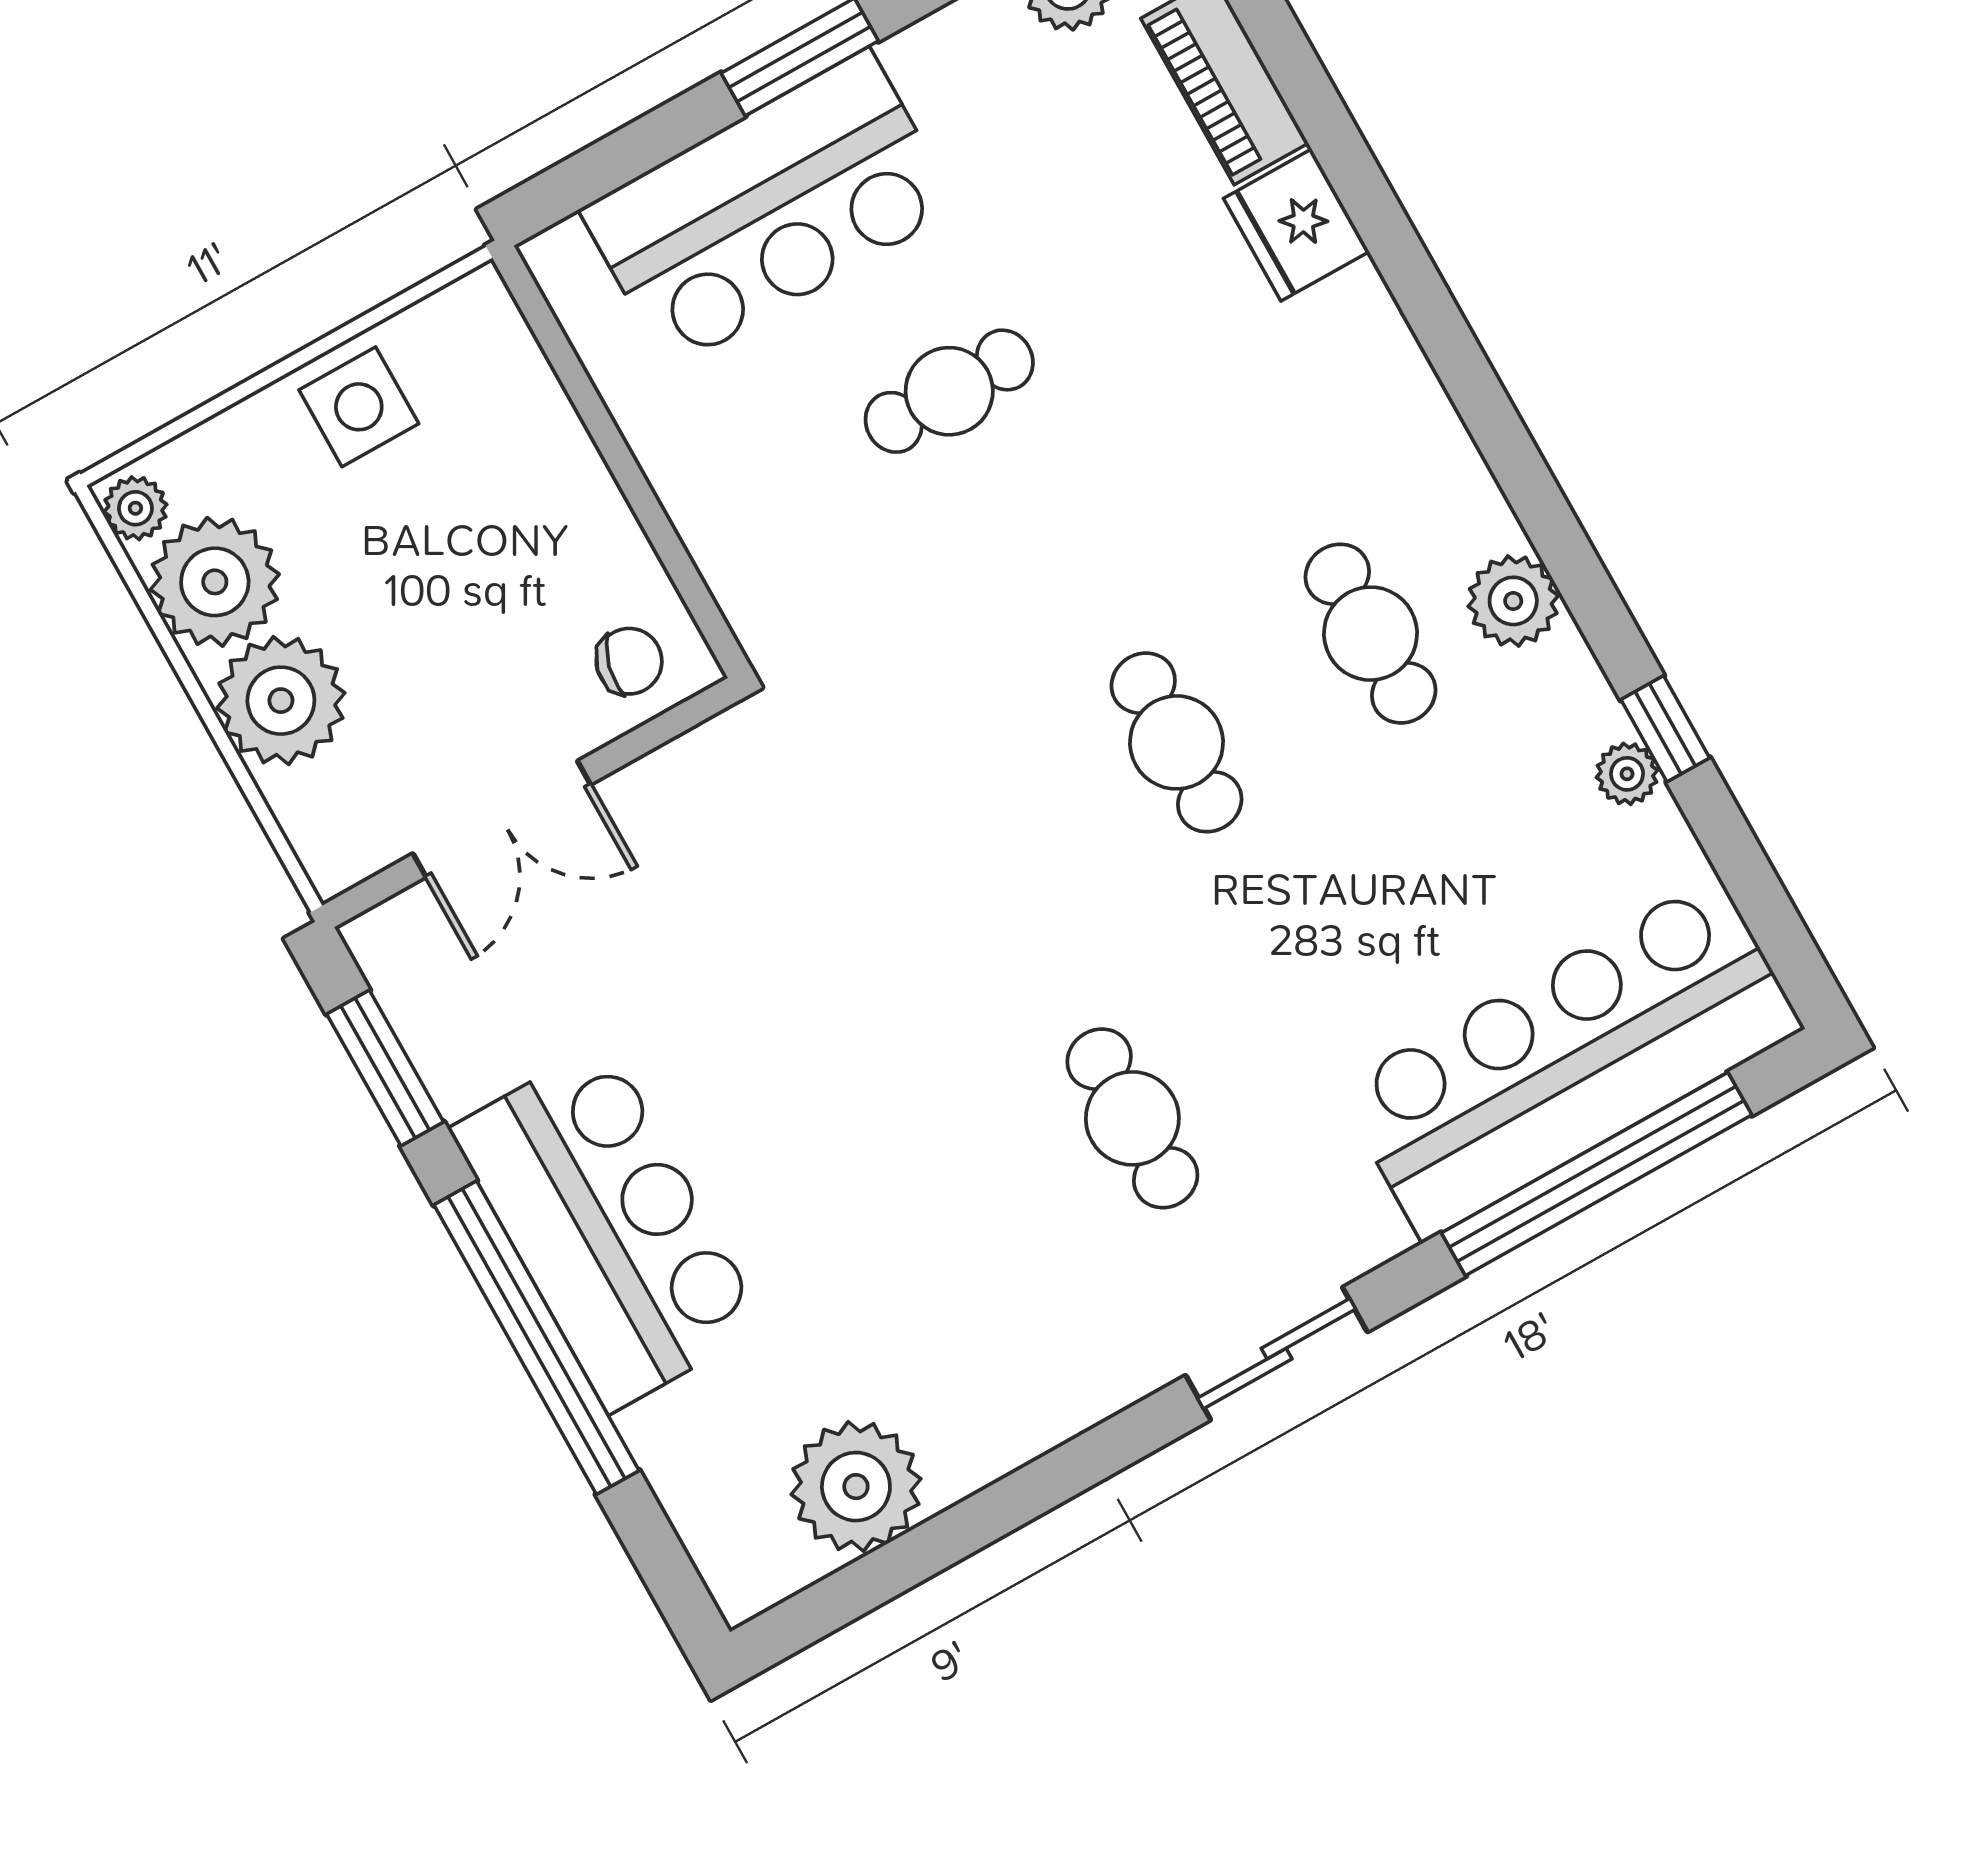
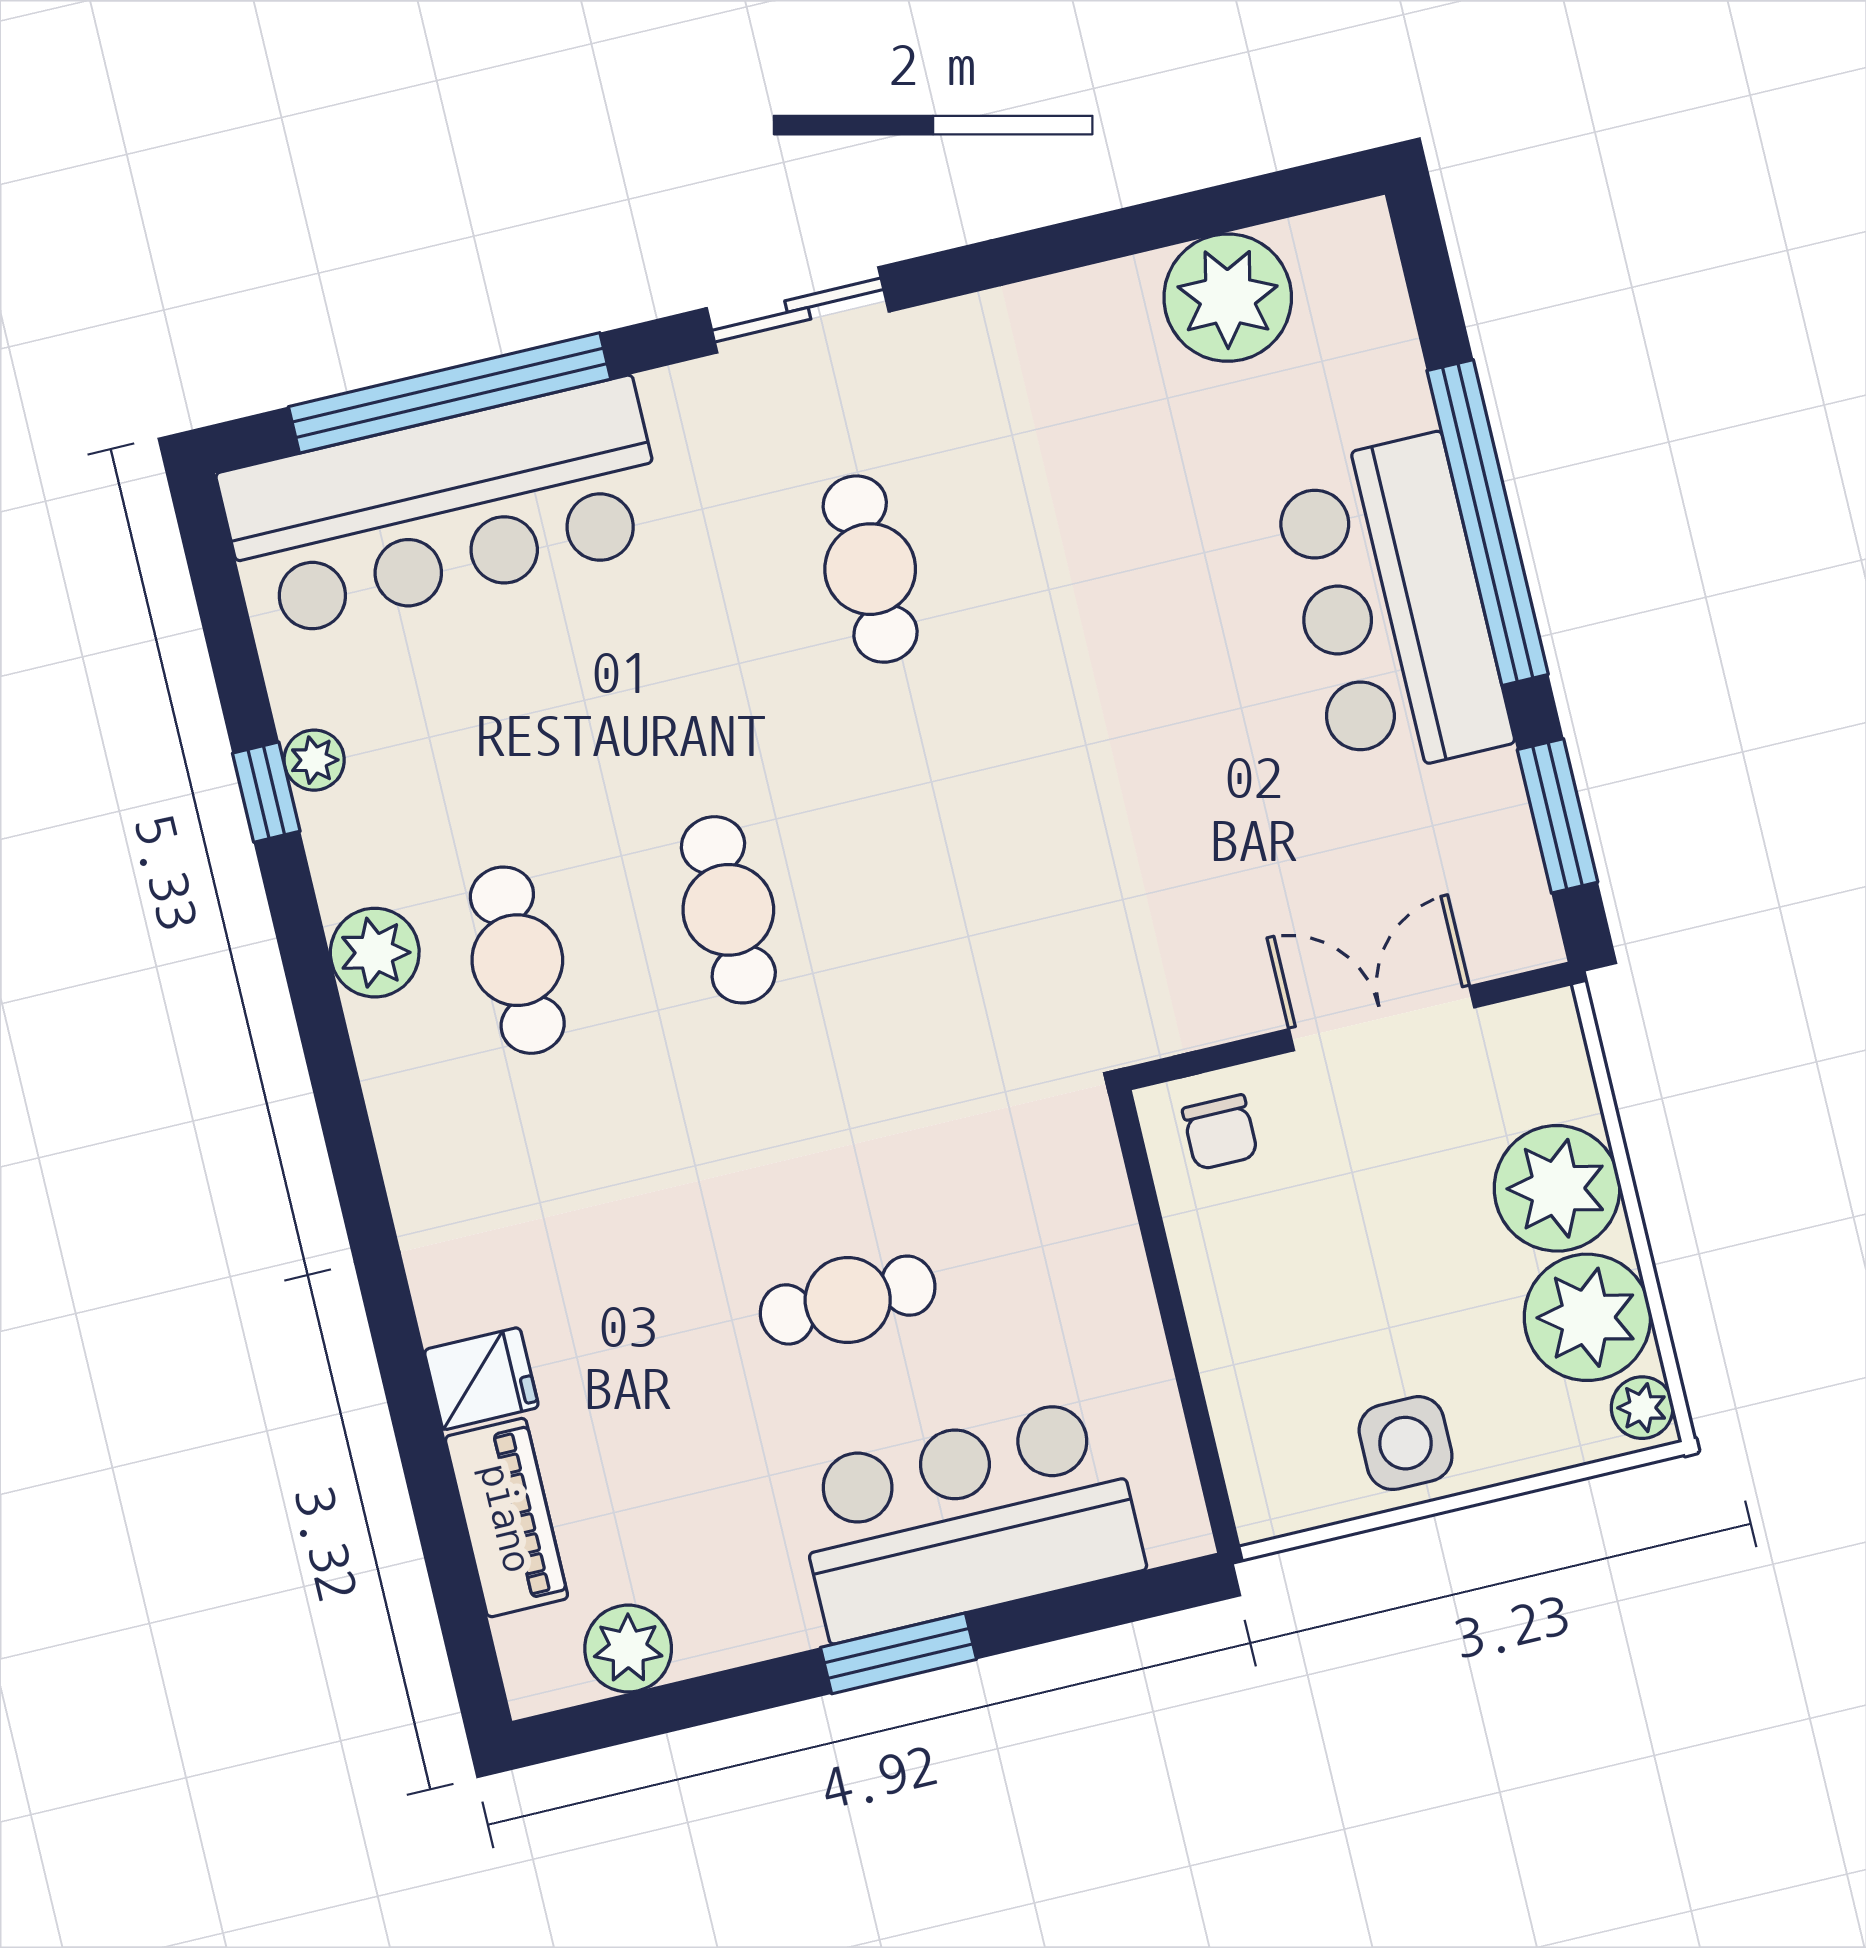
fridge: (1296, 225) -> (481, 1379), width x0.72
chair: (629, 661) -> (1220, 1132), turned -104

